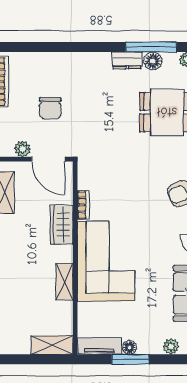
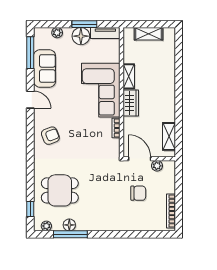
dresser: (127, 60) -> (87, 225), removed
chair: (50, 108) -> (138, 193), turned 90
wardrobe: (62, 225) -> (131, 103), moved
shelving: (52, 345) -> (149, 34), moved
floor lamp: (129, 348) -> (81, 36), width x1.89, depth x1.89

